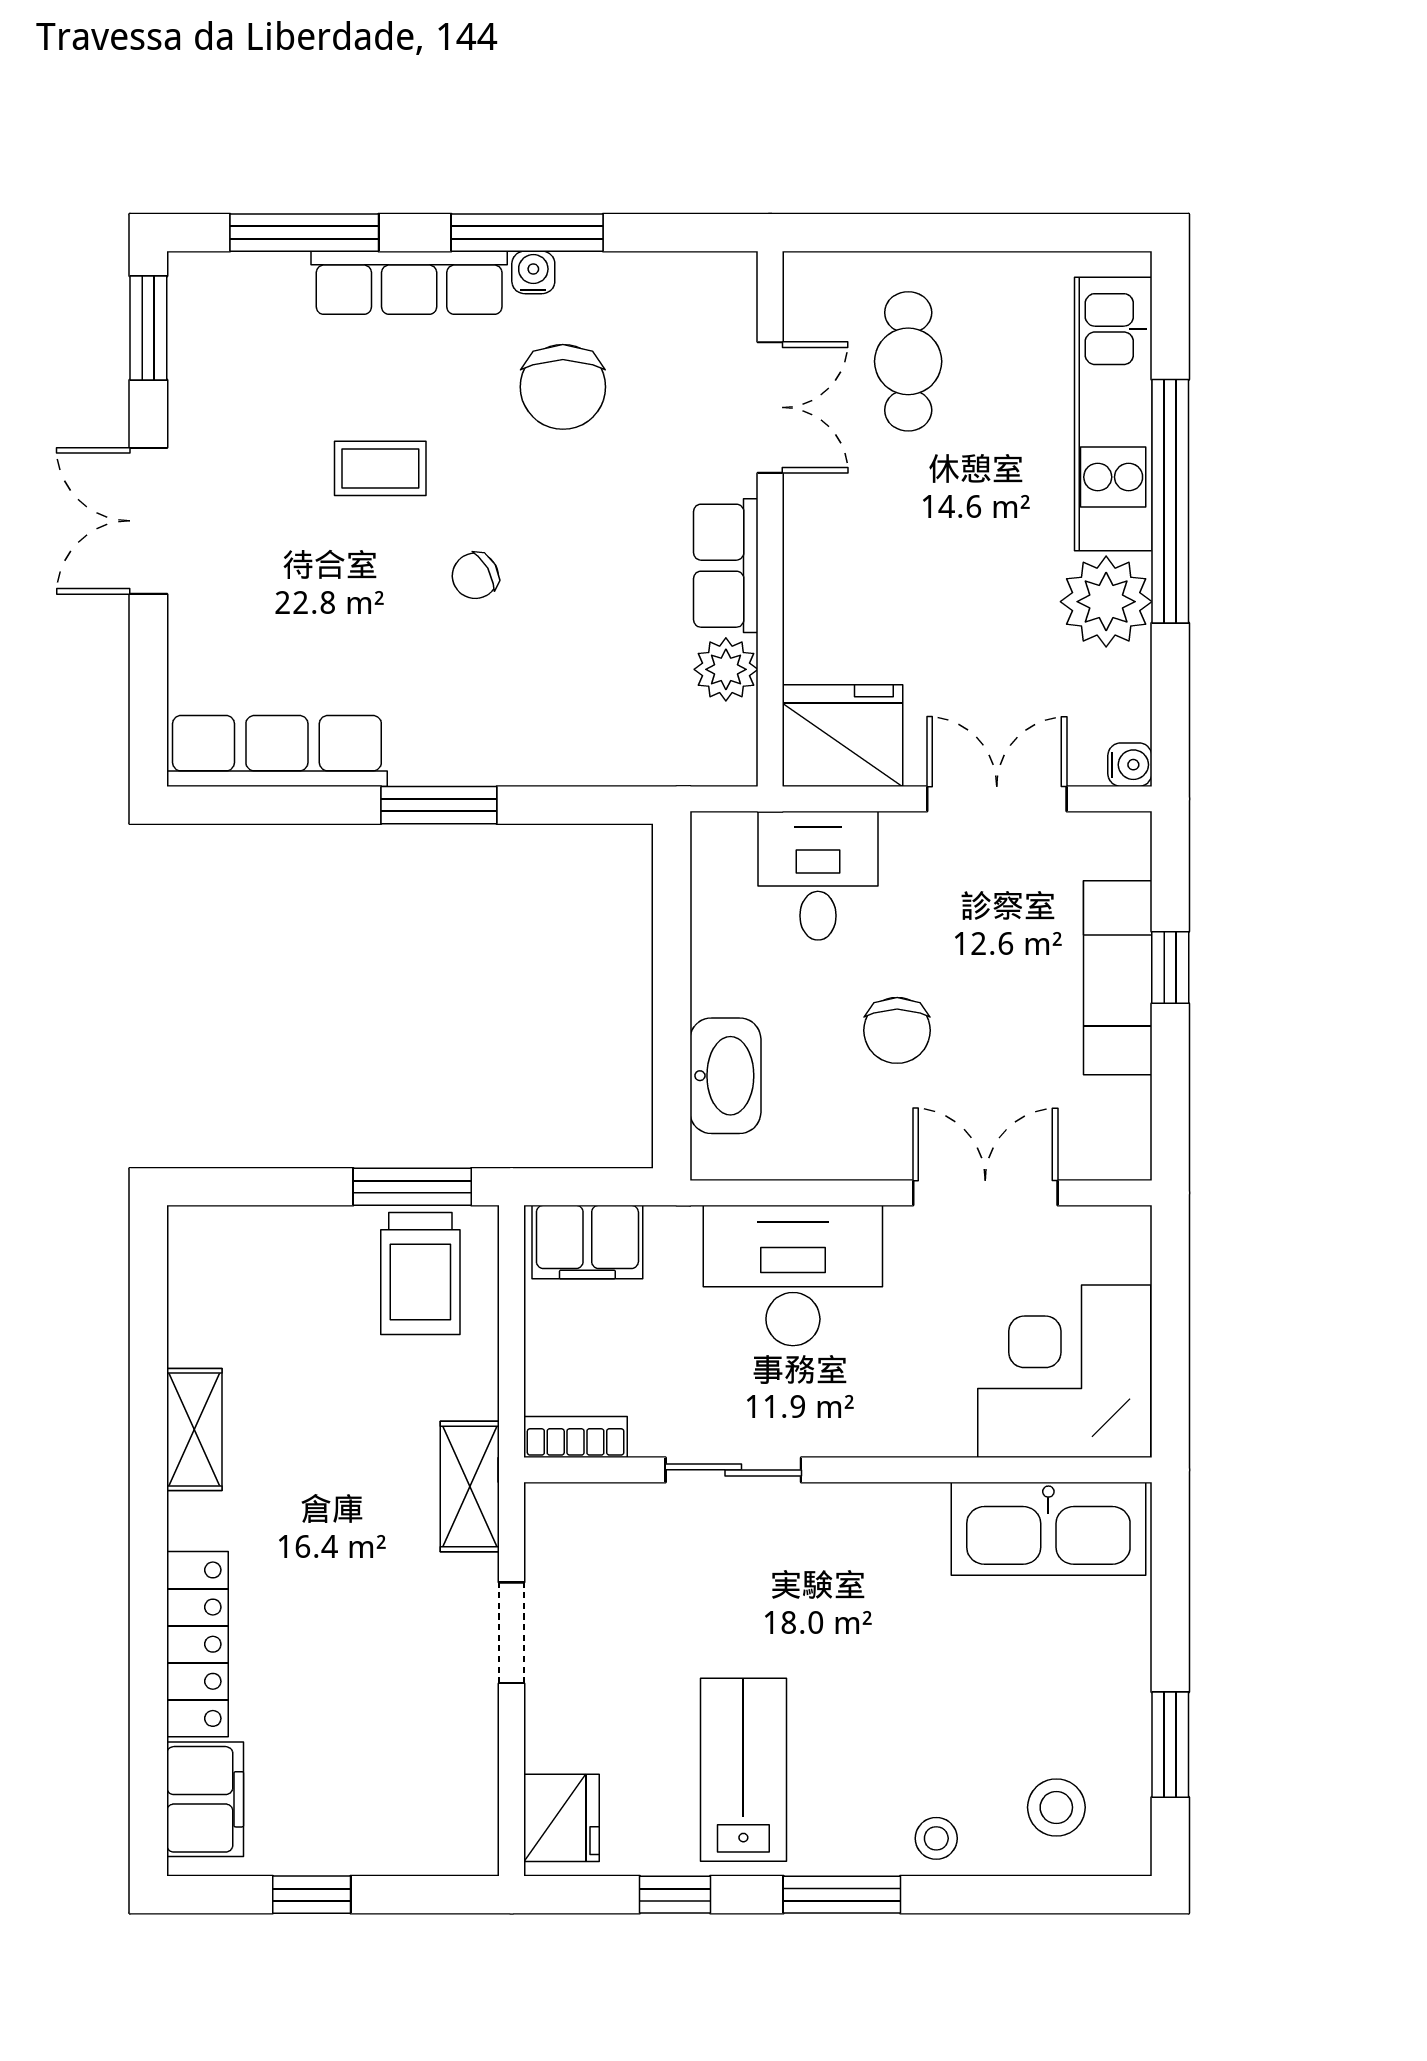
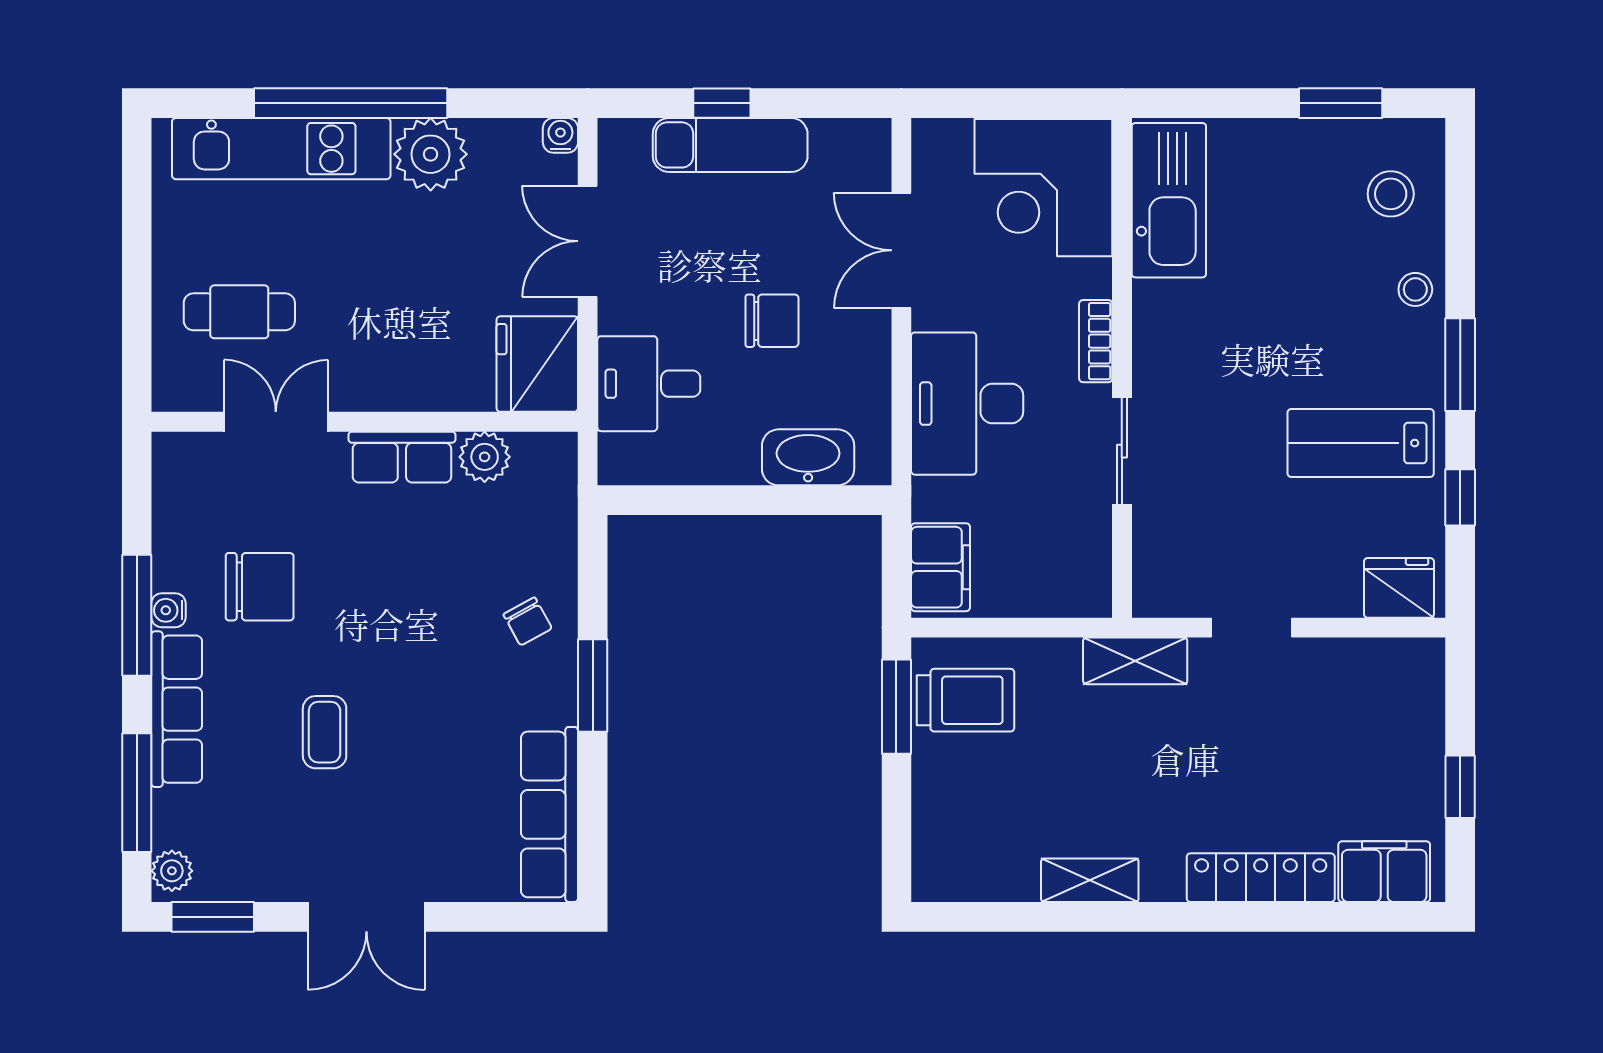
plant: (206, 277) -> (172, 871), added
chair: (475, 576) -> (528, 621), moved
bookcase: (576, 1437) -> (1096, 341), moved

